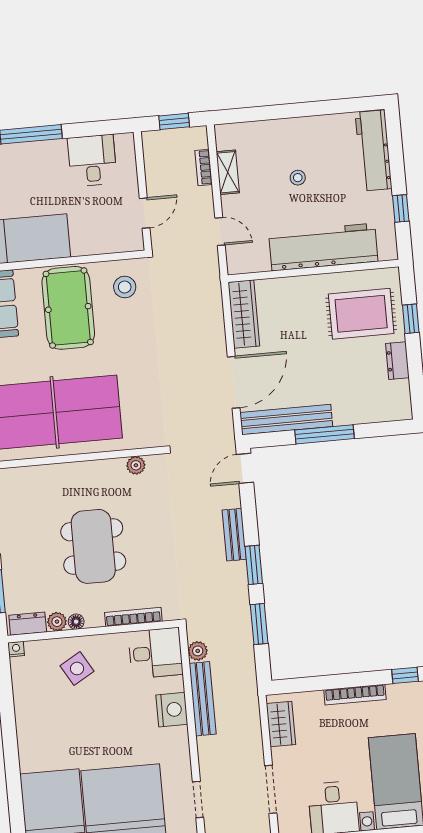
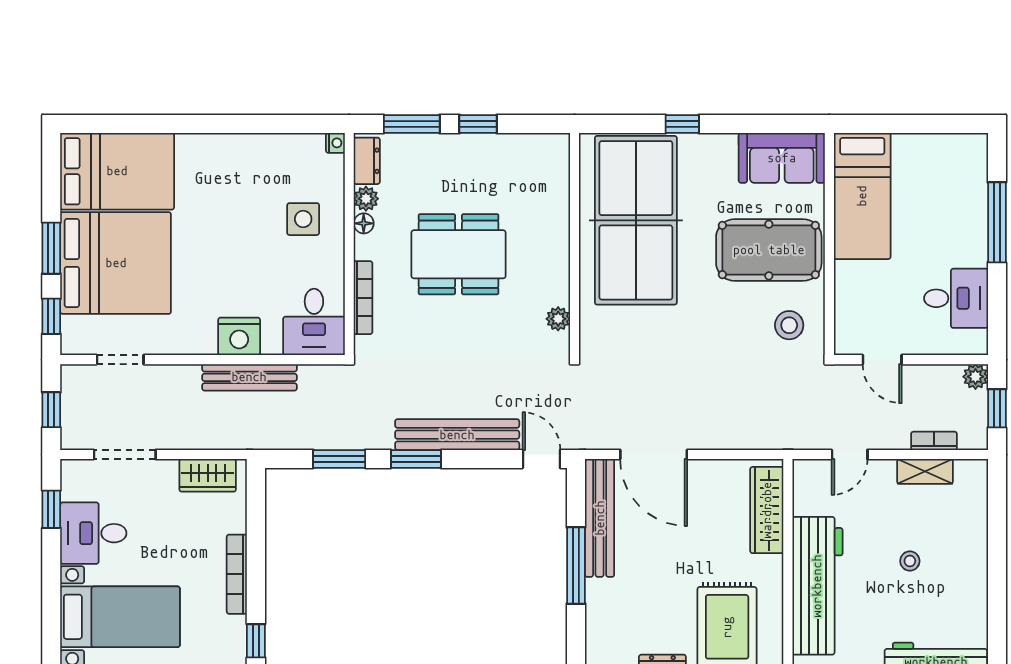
wardrobe: (244, 314) -> (767, 510), moved, turned 90
bench: (234, 535) -> (457, 435), width x1.86, depth x1.21
plant: (198, 651) -> (975, 377), moved
side table: (77, 669) -> (303, 219), turned 30

